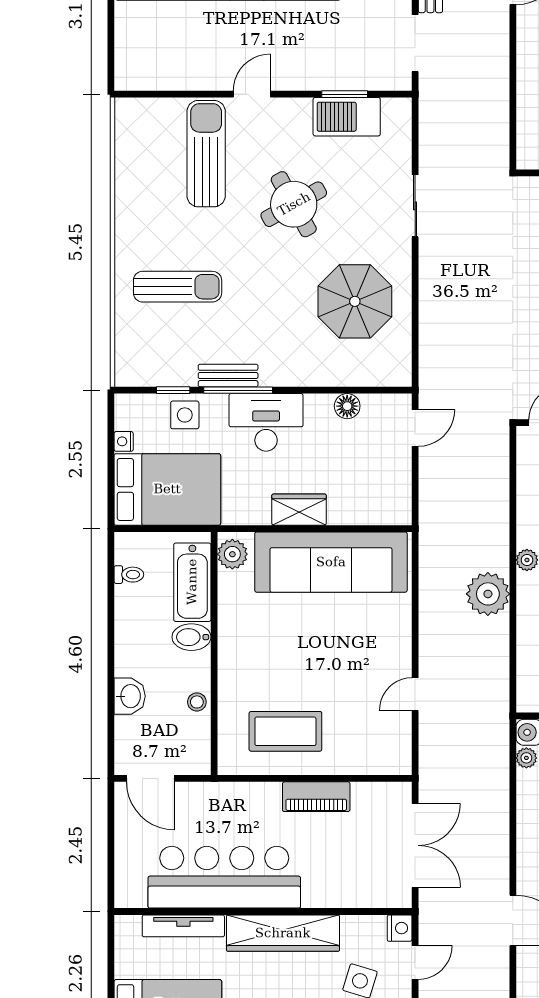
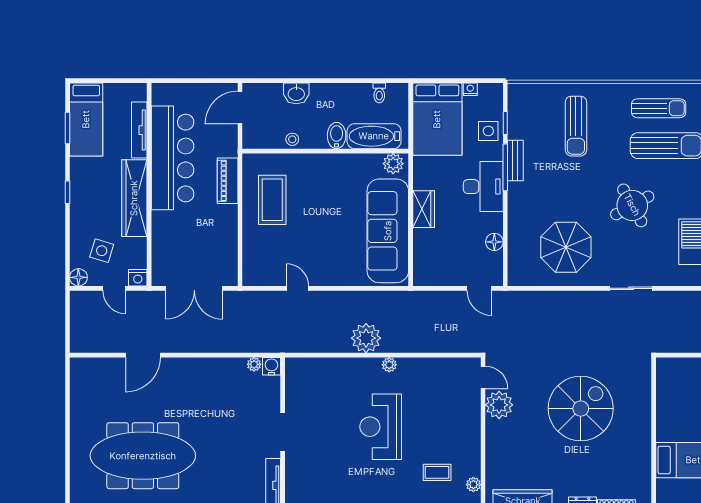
sun lounger: (151, 166) -> (659, 108), added
piano: (316, 797) -> (228, 181), moved

